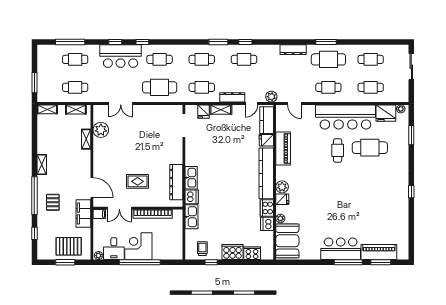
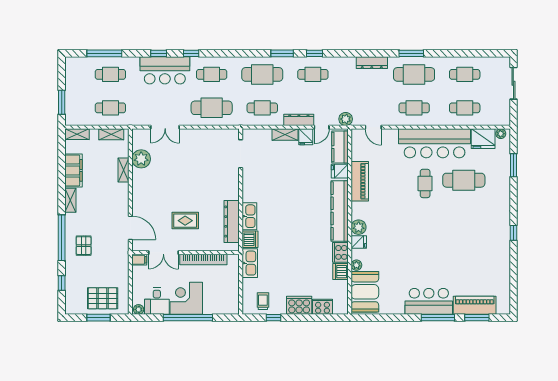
cafe table: (202, 59) -> (262, 74), width x1.37, depth x1.35
fridge: (203, 112) -> (306, 137), moved
filing cabinet: (83, 214) -> (73, 170), moved, turned 180

